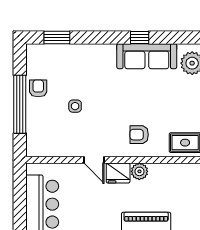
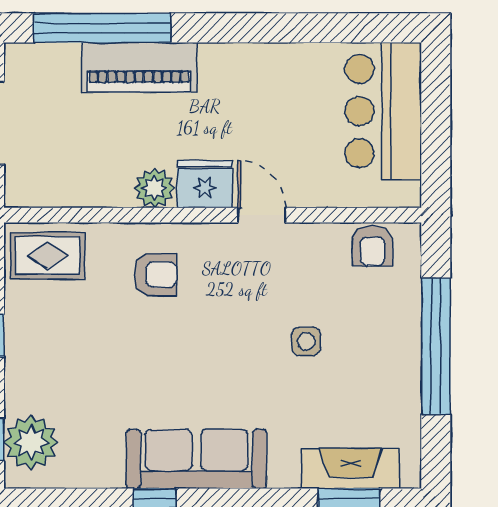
fireplace: (56, 52) -> (351, 468), added
sofa: (147, 56) -> (196, 459), moved
armchair: (38, 88) -> (372, 246), moved

